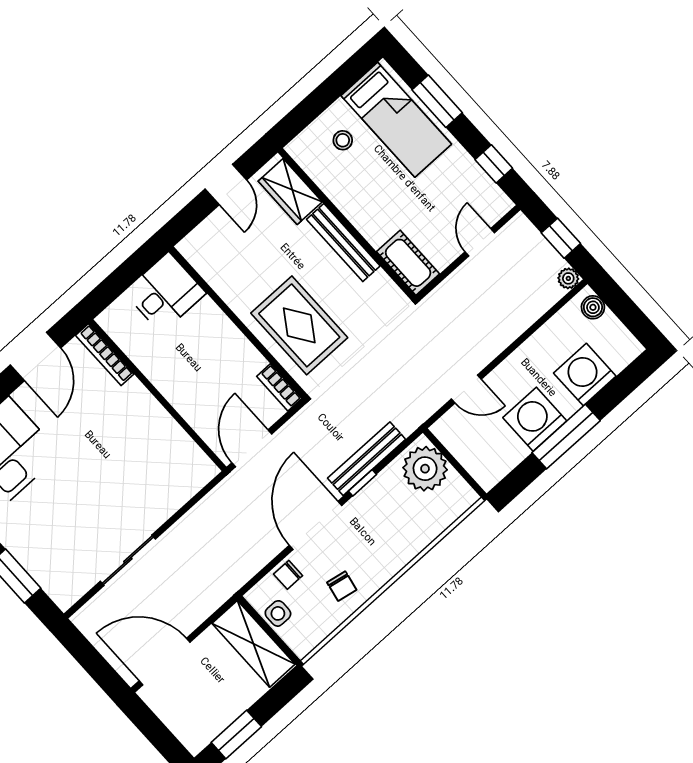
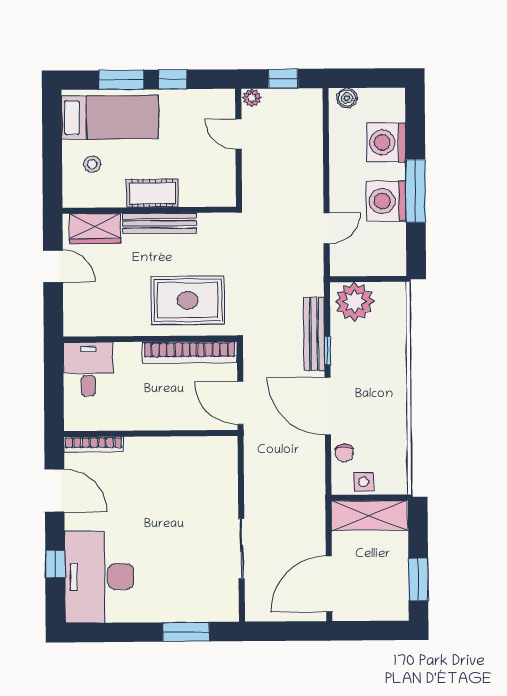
window: (494, 164) -> (173, 79), moved
cot: (408, 263) -> (152, 193), moved
plant: (568, 278) -> (252, 98), moved
bookcase: (279, 387) -> (190, 352), width x2.31, depth x1.31
chair: (342, 586) -> (383, 424), removed

